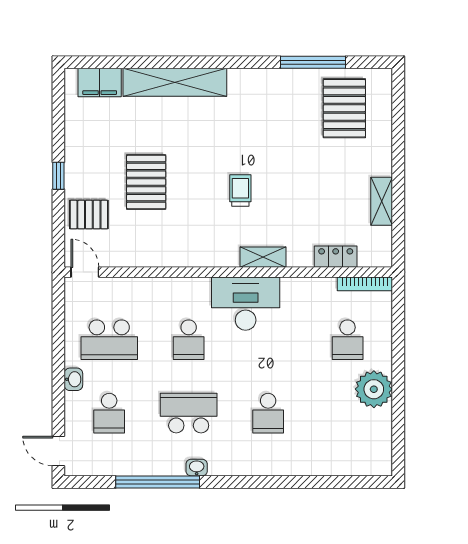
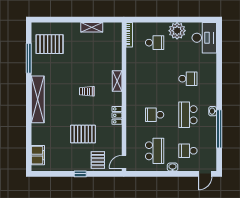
shelving: (175, 82) -> (38, 99), moved
locker: (336, 257) -> (117, 115), moved
desk: (246, 304) -> (204, 38), moved, turned 180
school desk: (189, 340) -> (155, 115), turned 180
school desk: (109, 413) -> (188, 151), turned 180

